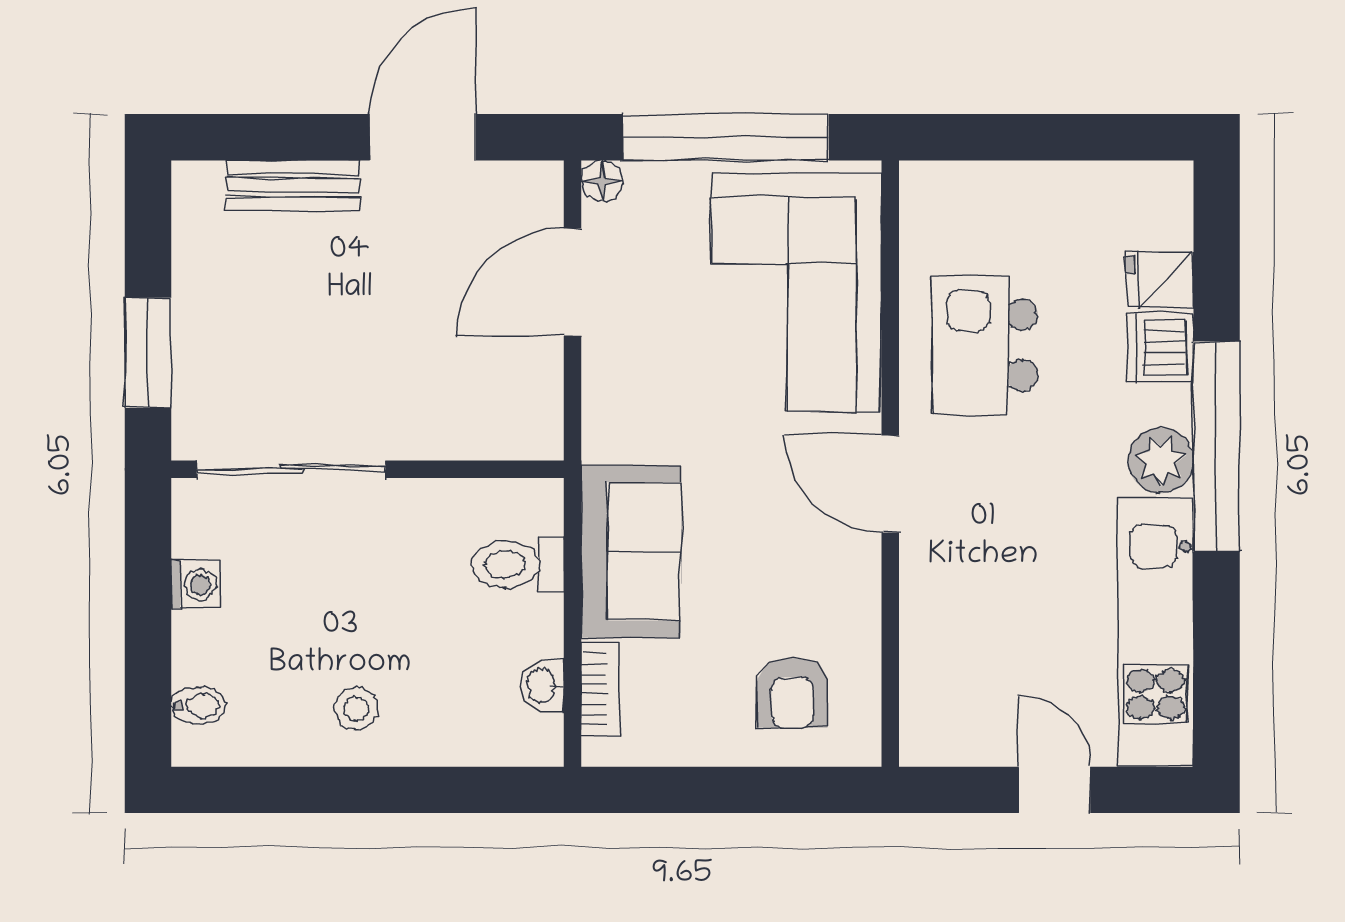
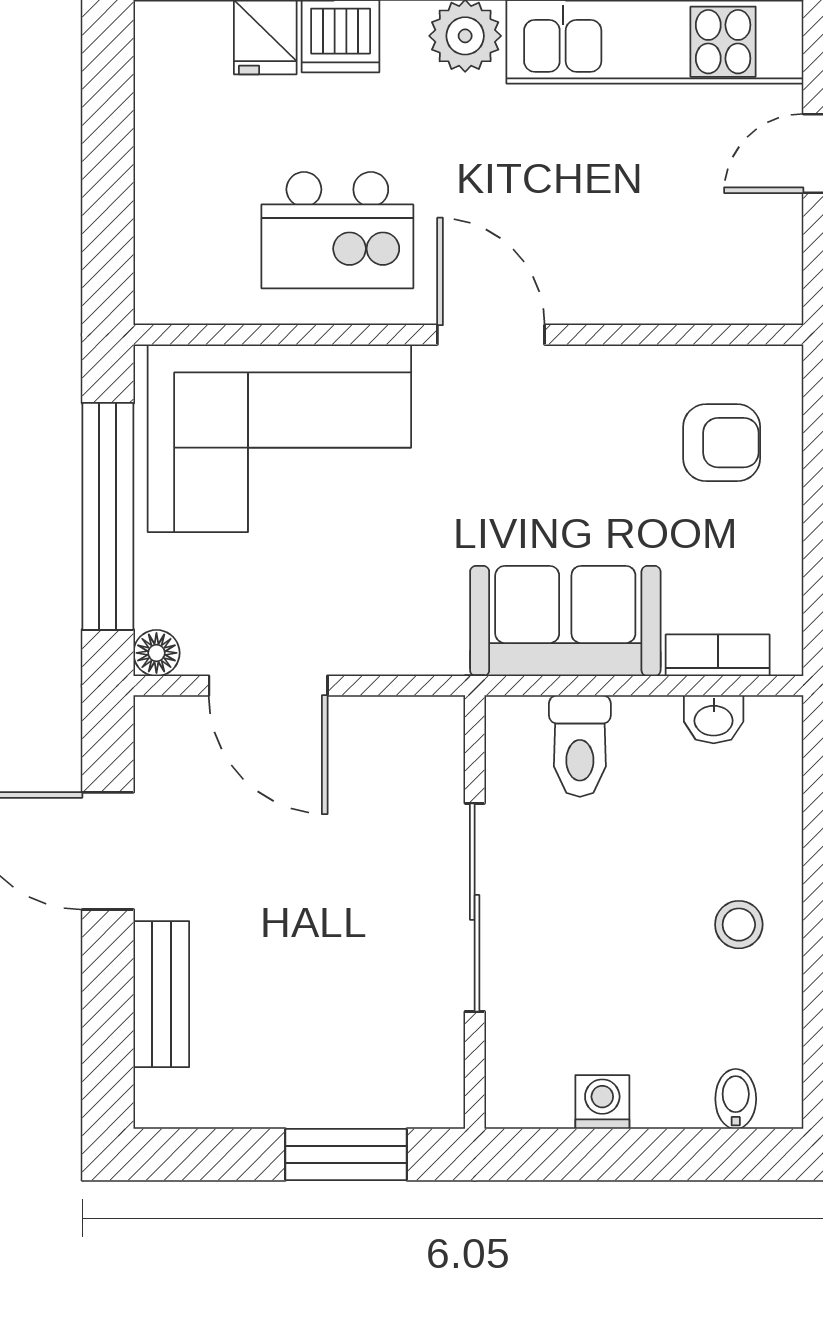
sliding door: (291, 469) -> (475, 907), moved
door: (890, 484) -> (491, 335), swing flipped

